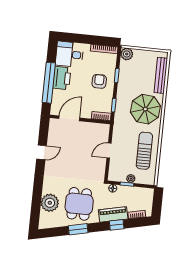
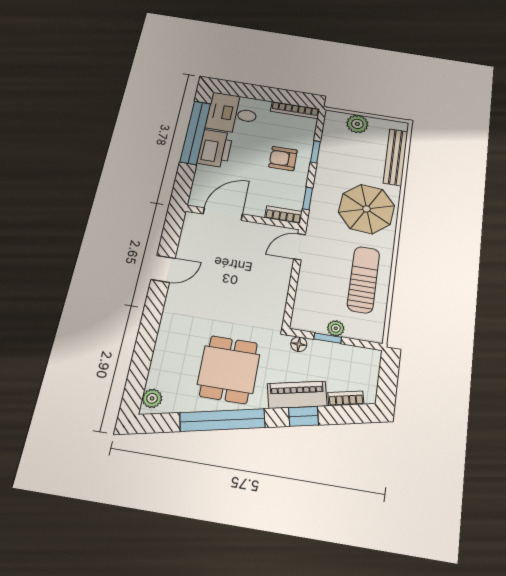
plant: (127, 54) -> (357, 124), moved
armchair: (99, 81) -> (283, 159), turned -90
window: (49, 83) -> (195, 133), moved
door: (109, 151) -> (299, 247), moved
plant: (50, 203) -> (152, 398), moved, width x0.53, depth x0.53
window: (78, 229) -> (222, 420), width x2.11

